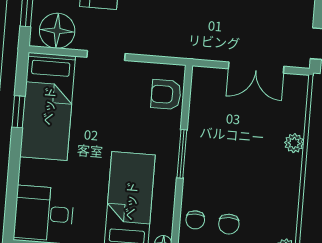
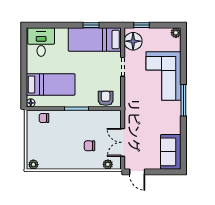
plant: (294, 143) -> (108, 164), moved
chair: (229, 224) -> (89, 146), moved

